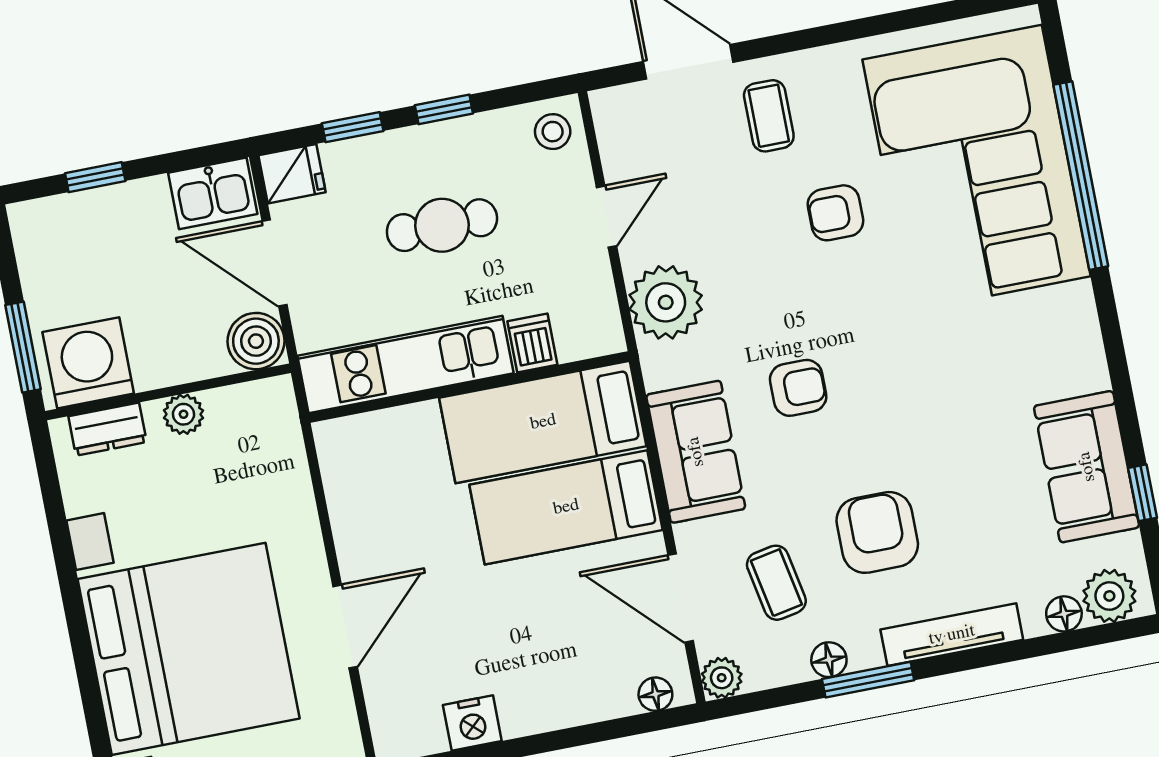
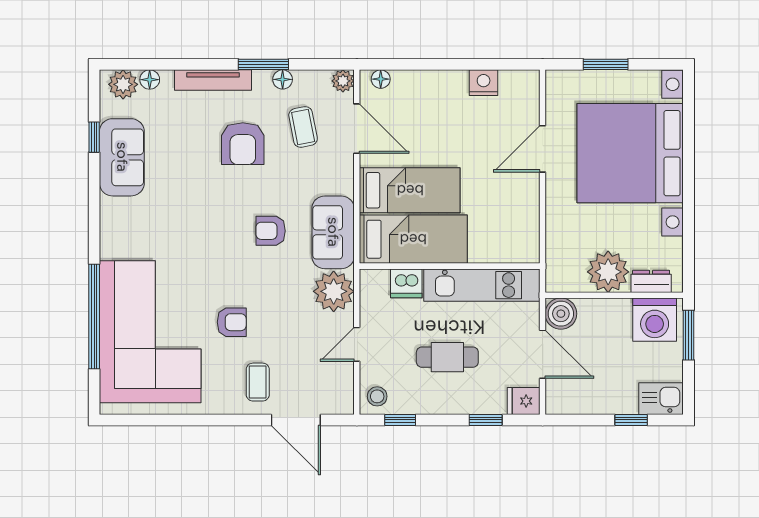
window: (444, 109) -> (400, 420), moved
kitchen sink: (213, 193) -> (661, 399), moved
dishwasher: (532, 343) -> (406, 283), width x1.38
plant: (184, 414) -> (608, 272), width x1.88, depth x1.88
sofa: (696, 452) -> (333, 232), moved

